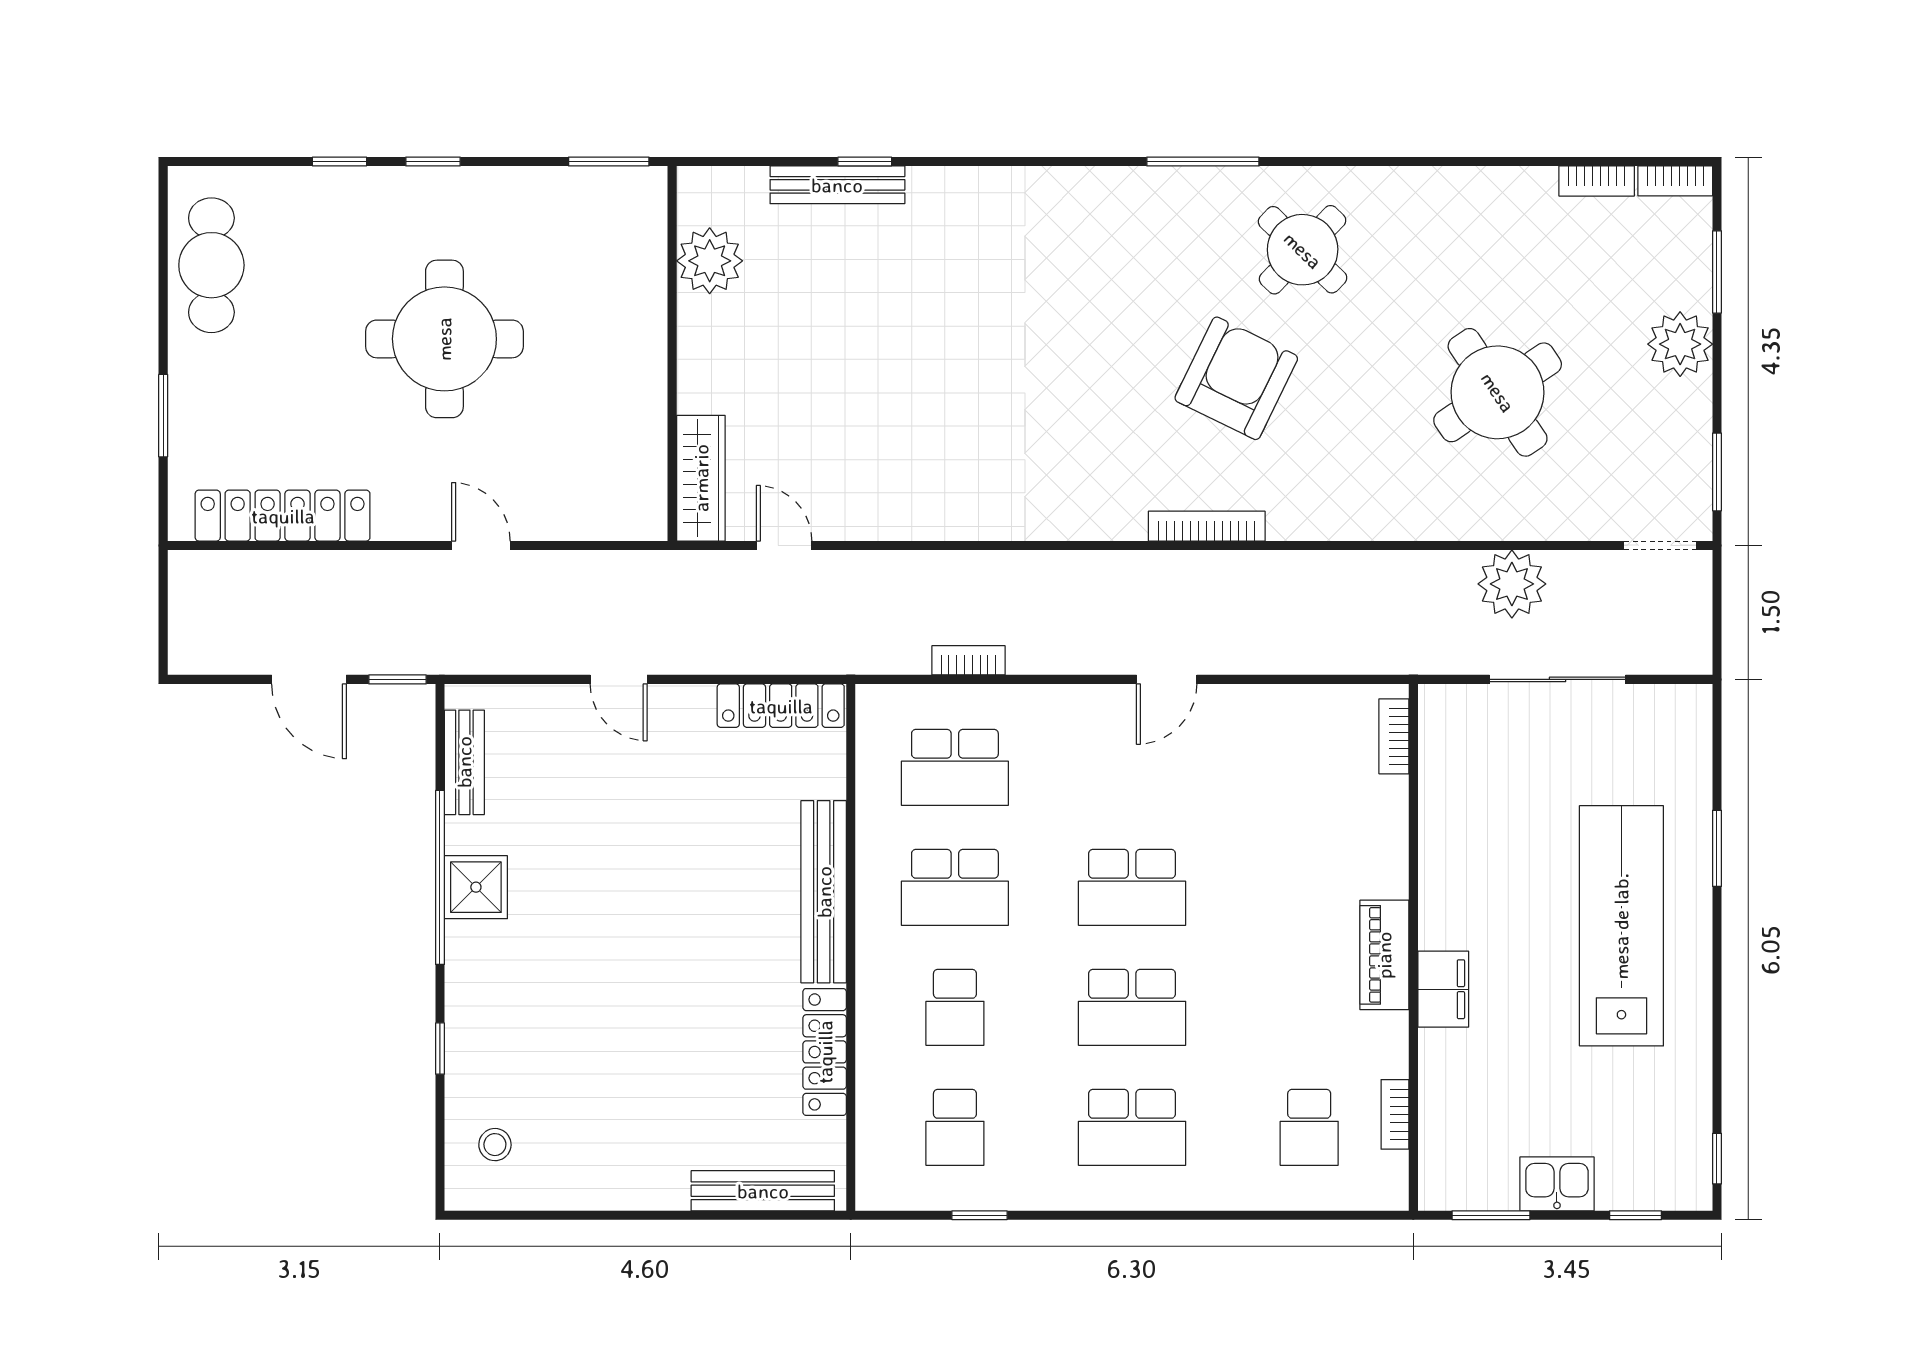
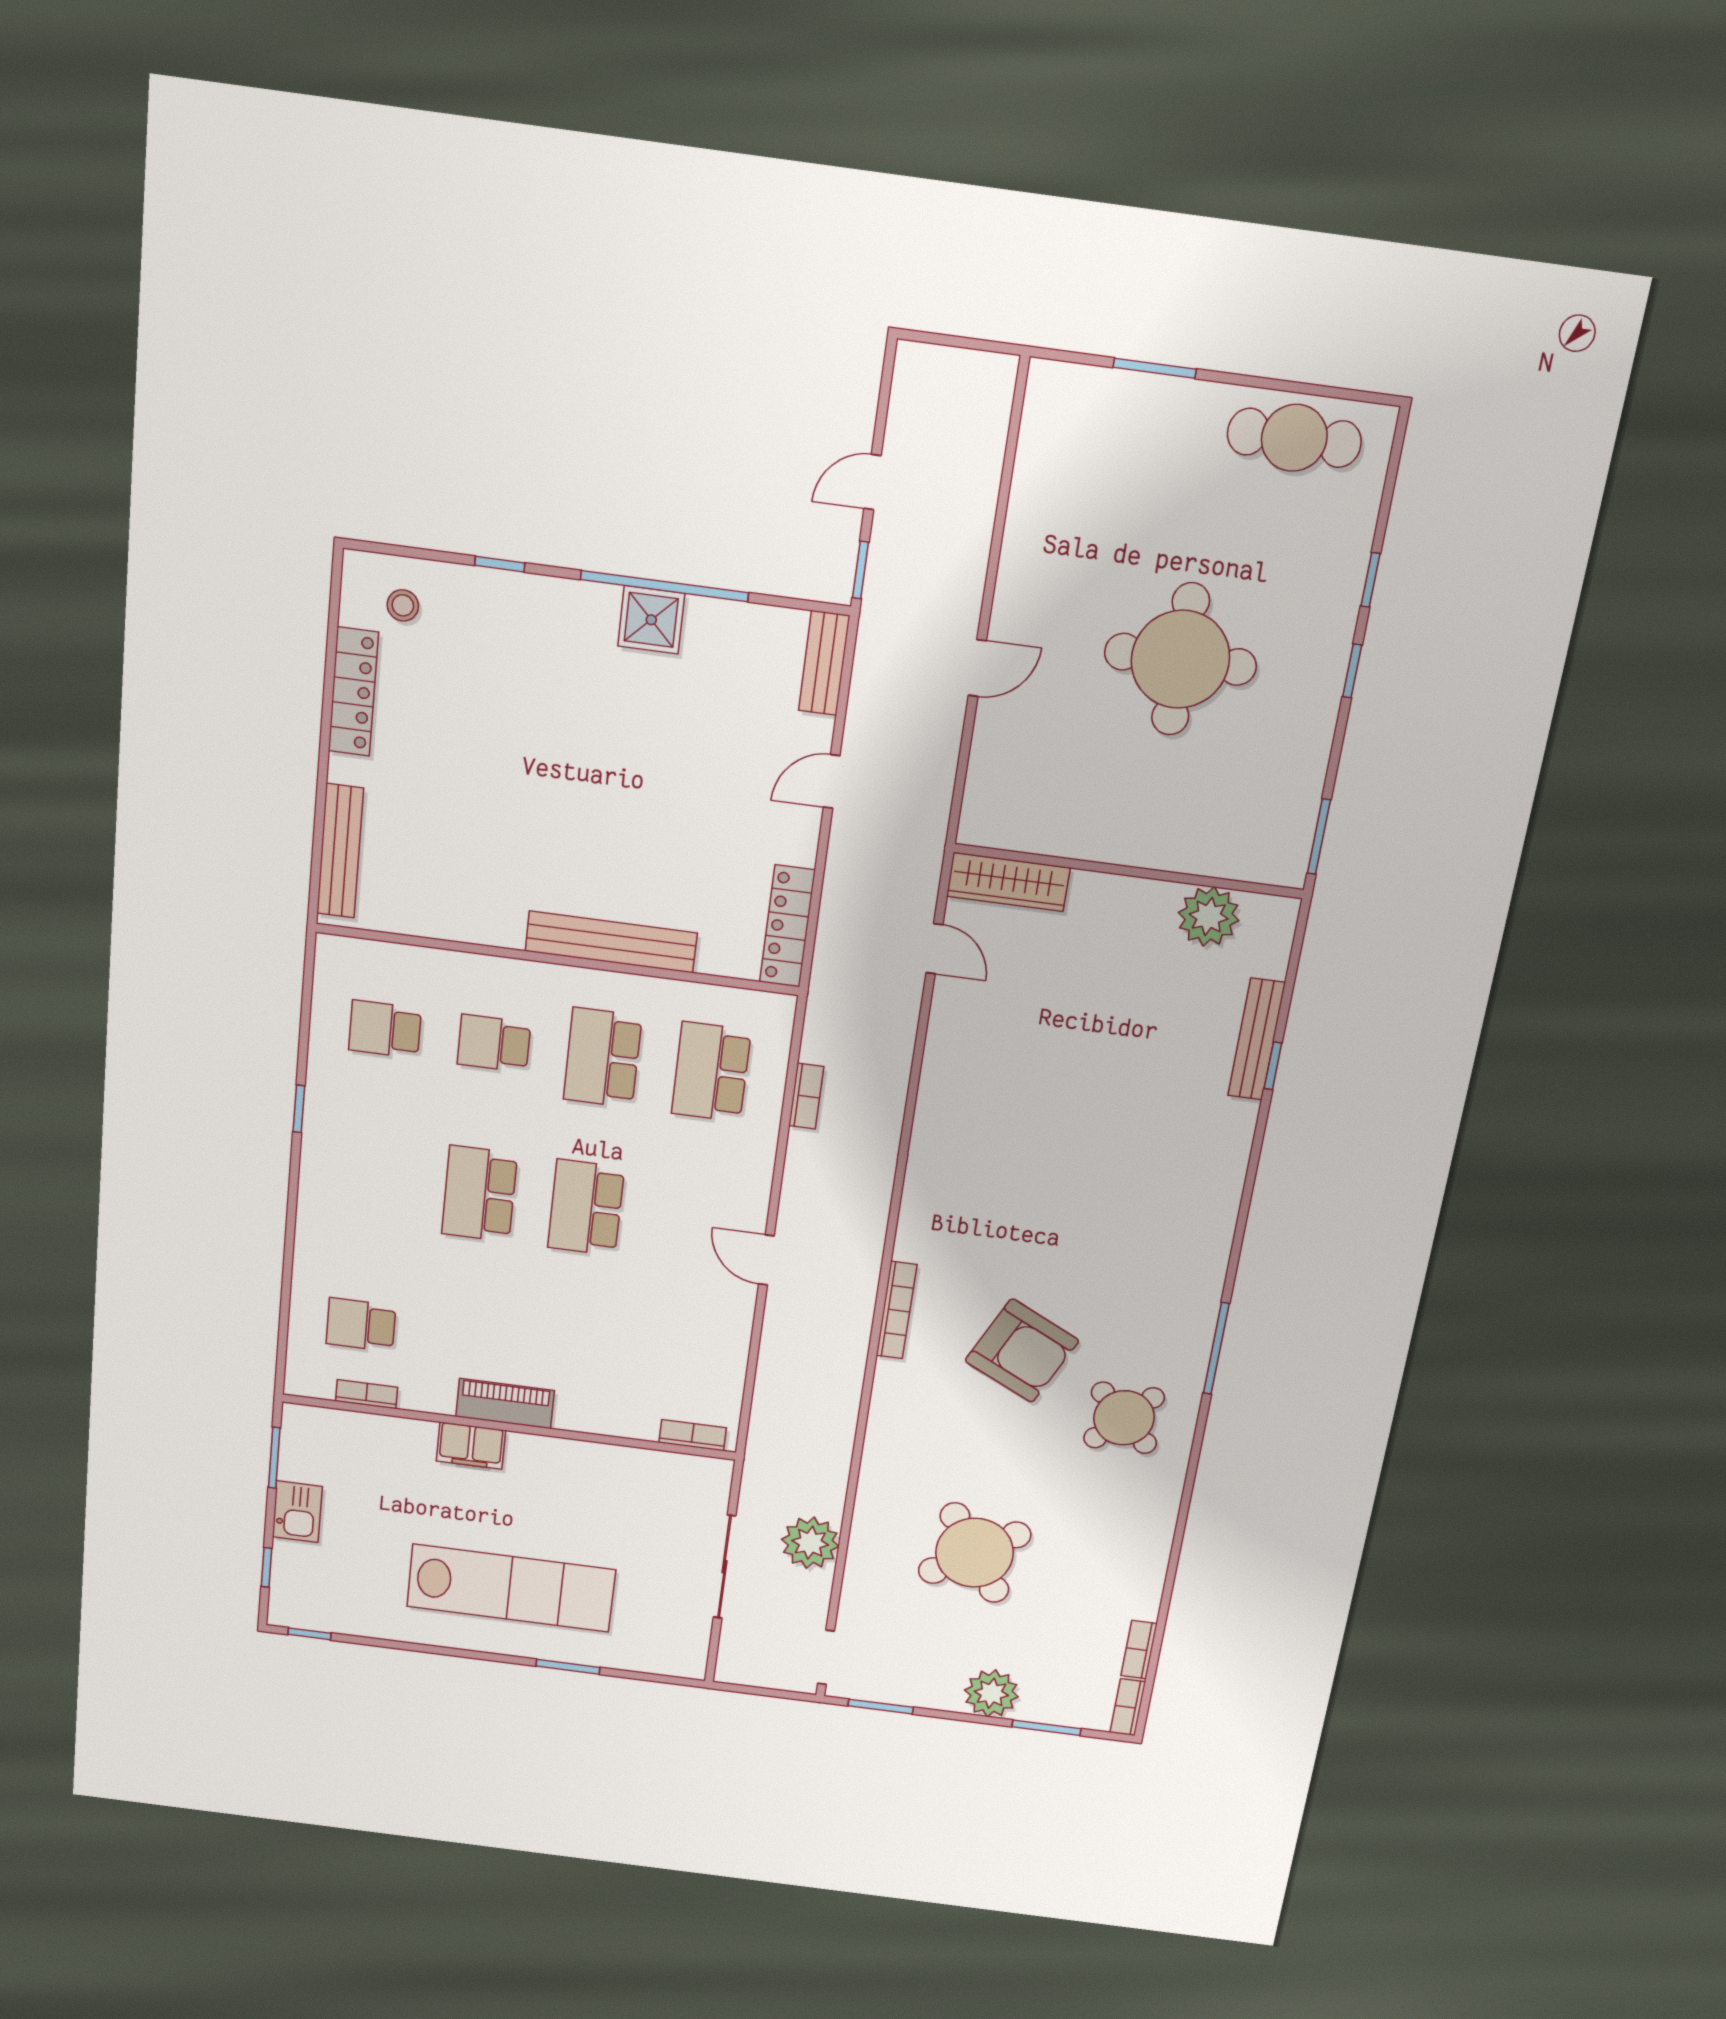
locker: (283, 516) -> (1036, 477), removed
door: (784, 545) -> (934, 949), hinge flipped
door: (309, 679) -> (872, 482), width x0.73
bench: (464, 762) -> (824, 663), moved, turned 90
locker: (825, 1052) -> (353, 692), moved, turned 90
school desk: (1132, 1127) -> (373, 1180), removed
window: (979, 1215) -> (299, 1109), moved

